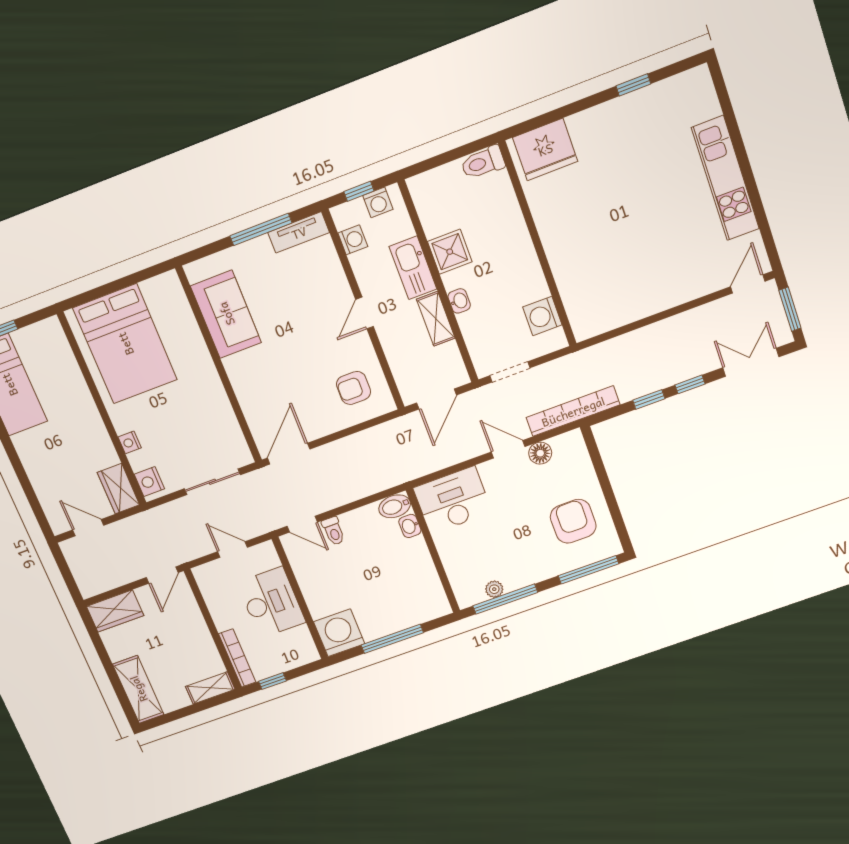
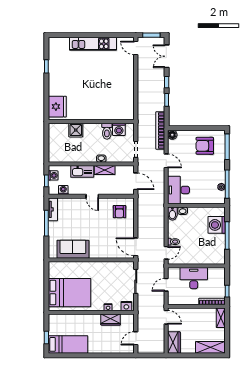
toilet: (483, 163) -> (107, 131), moved
shower: (450, 252) -> (76, 130), moved
door: (508, 449) -> (166, 161), swing flipped
floor lamp: (540, 453) -> (172, 135), moved
wardrobe: (118, 489) -> (111, 319), moved
washing machine: (339, 633) -> (217, 225), moved

